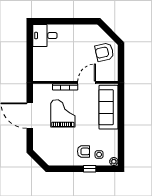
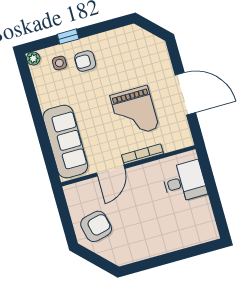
desk: (45, 36) -> (184, 182), moved

